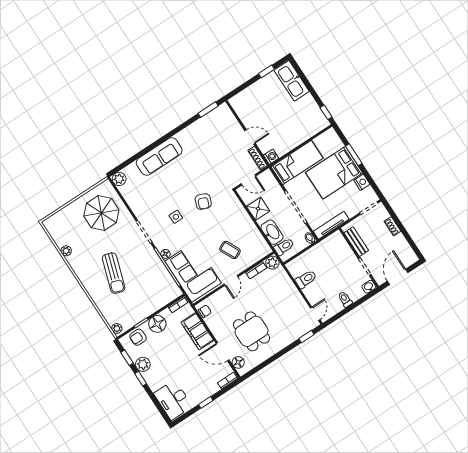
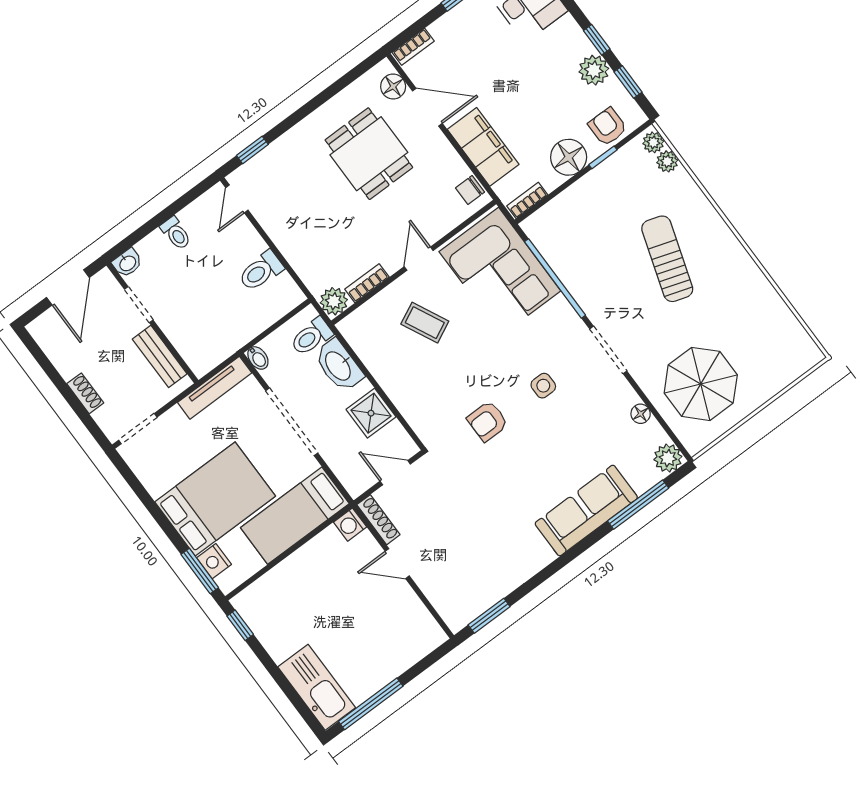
window: (267, 71) -> (371, 704), width x2.17
window: (354, 155) -> (200, 571), moved
window: (134, 158) -> (638, 505), added
nightstand: (362, 182) -> (214, 561), moved
armchair: (203, 202) -> (488, 421), turned -111
plant: (66, 251) -> (667, 161), moved
floor lamp: (166, 254) -> (641, 414), moved
armchair: (138, 337) -> (608, 127), turned -90

